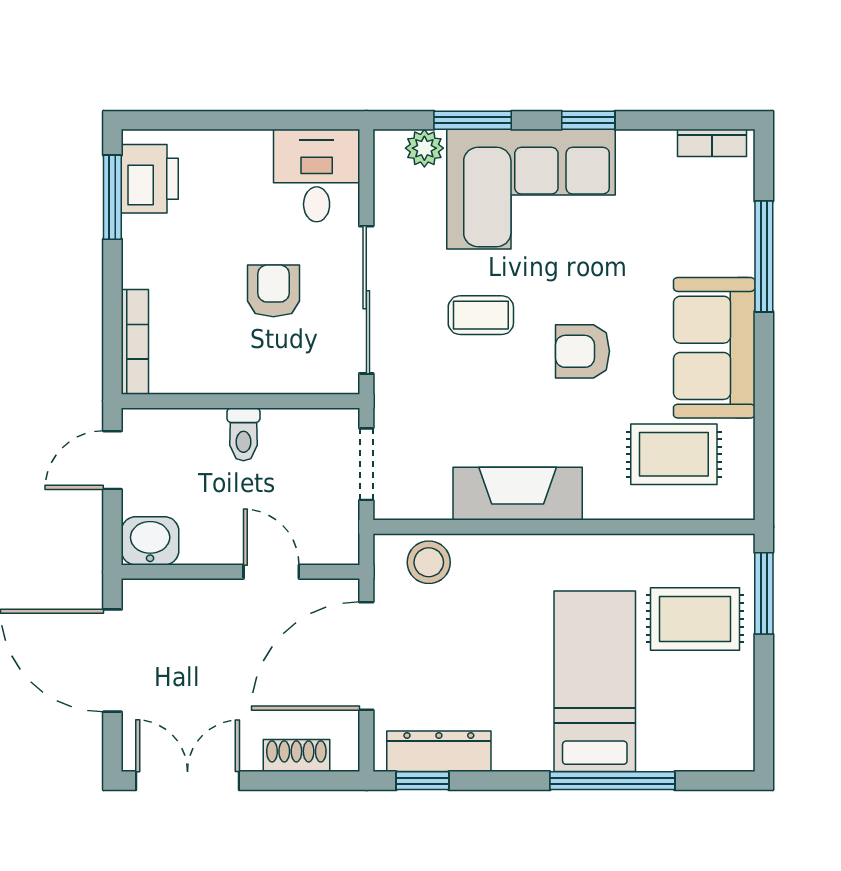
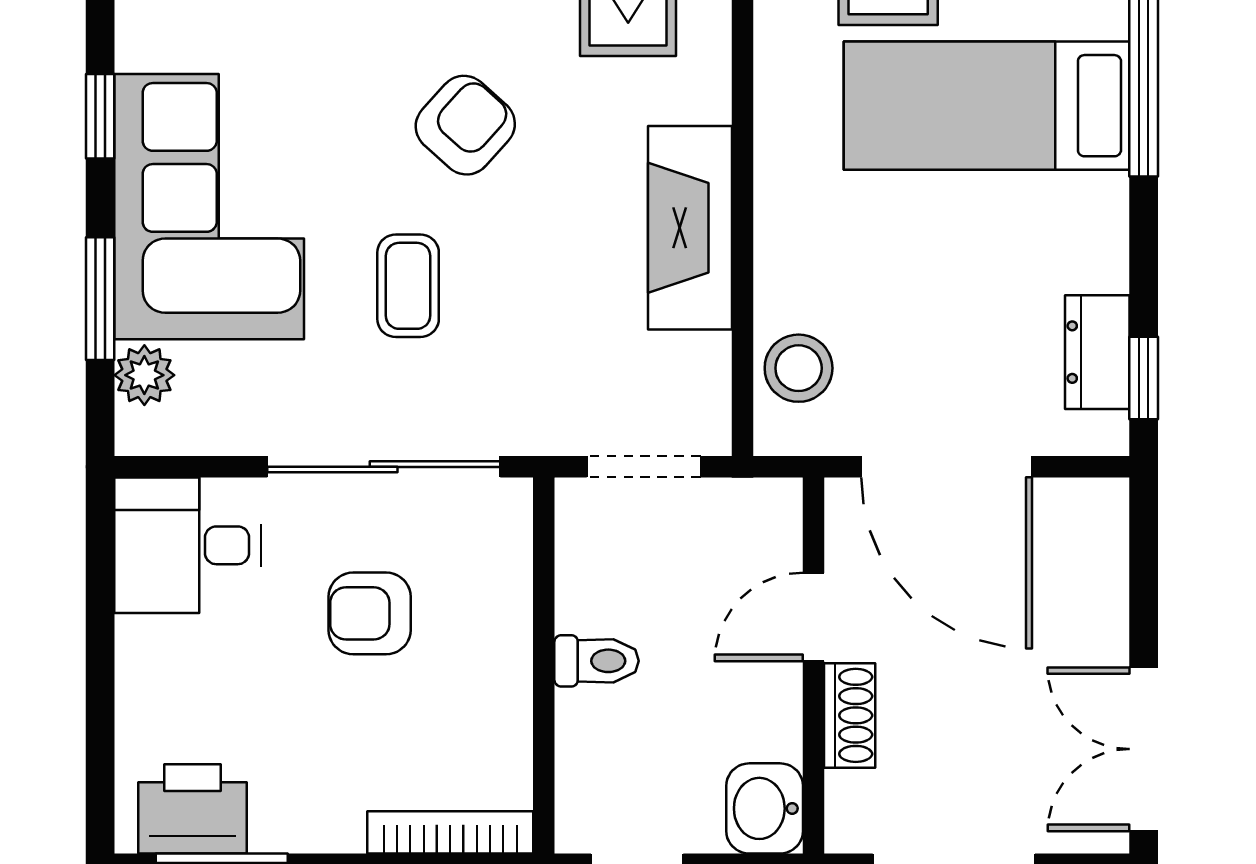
armchair: (583, 351) -> (465, 125), turned -138
dresser: (439, 751) -> (1097, 352), width x0.70
shoe rack: (296, 756) -> (850, 715), moved, turned 180

